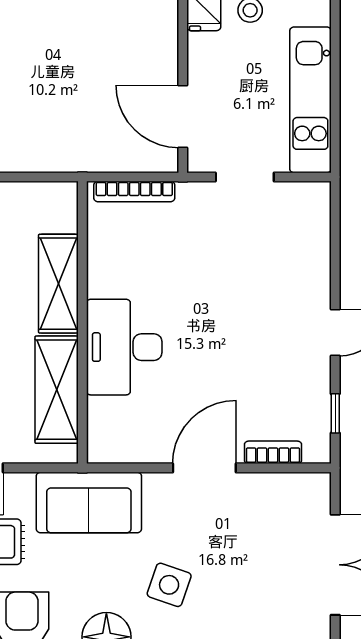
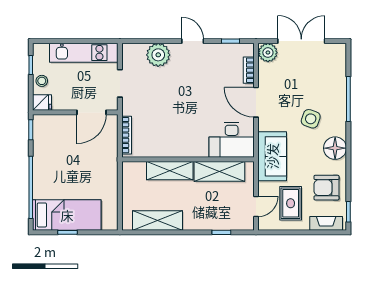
plant: (306, 259) -> (158, 55), added
desk: (124, 347) -> (232, 140), moved
plant: (311, 493) -> (268, 53), added

